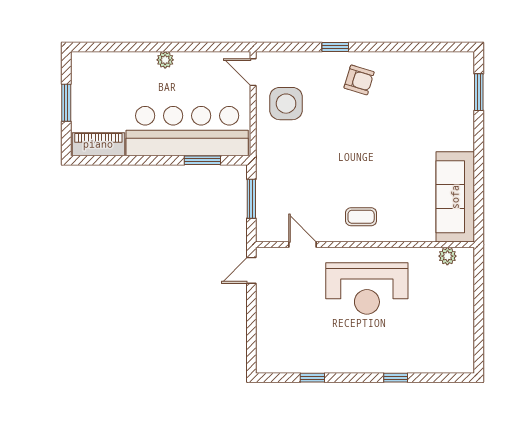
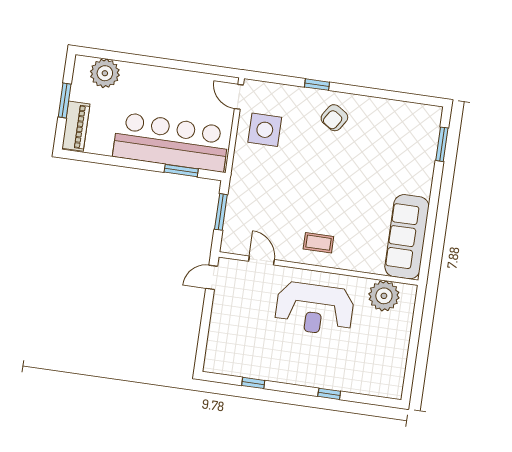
plant: (165, 60) -> (105, 73), moved, width x1.88, depth x1.88
armchair: (359, 80) -> (334, 118), turned 106
piano: (98, 144) -> (76, 126), moved, turned 90
plant: (447, 256) -> (384, 296), width x1.87, depth x1.87

